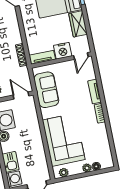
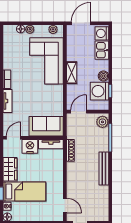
sofa: (46, 90) -> (46, 126), moved, turned 90
door: (21, 96) -> (79, 112), swing flipped
shelving: (36, 133) -> (72, 73), added

